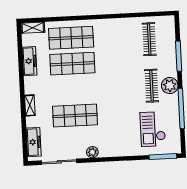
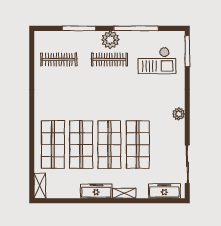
freezer: (30, 61) -> (96, 191), moved
shop shelf: (74, 90) -> (109, 145), added
plant: (92, 152) -> (179, 114), moved

